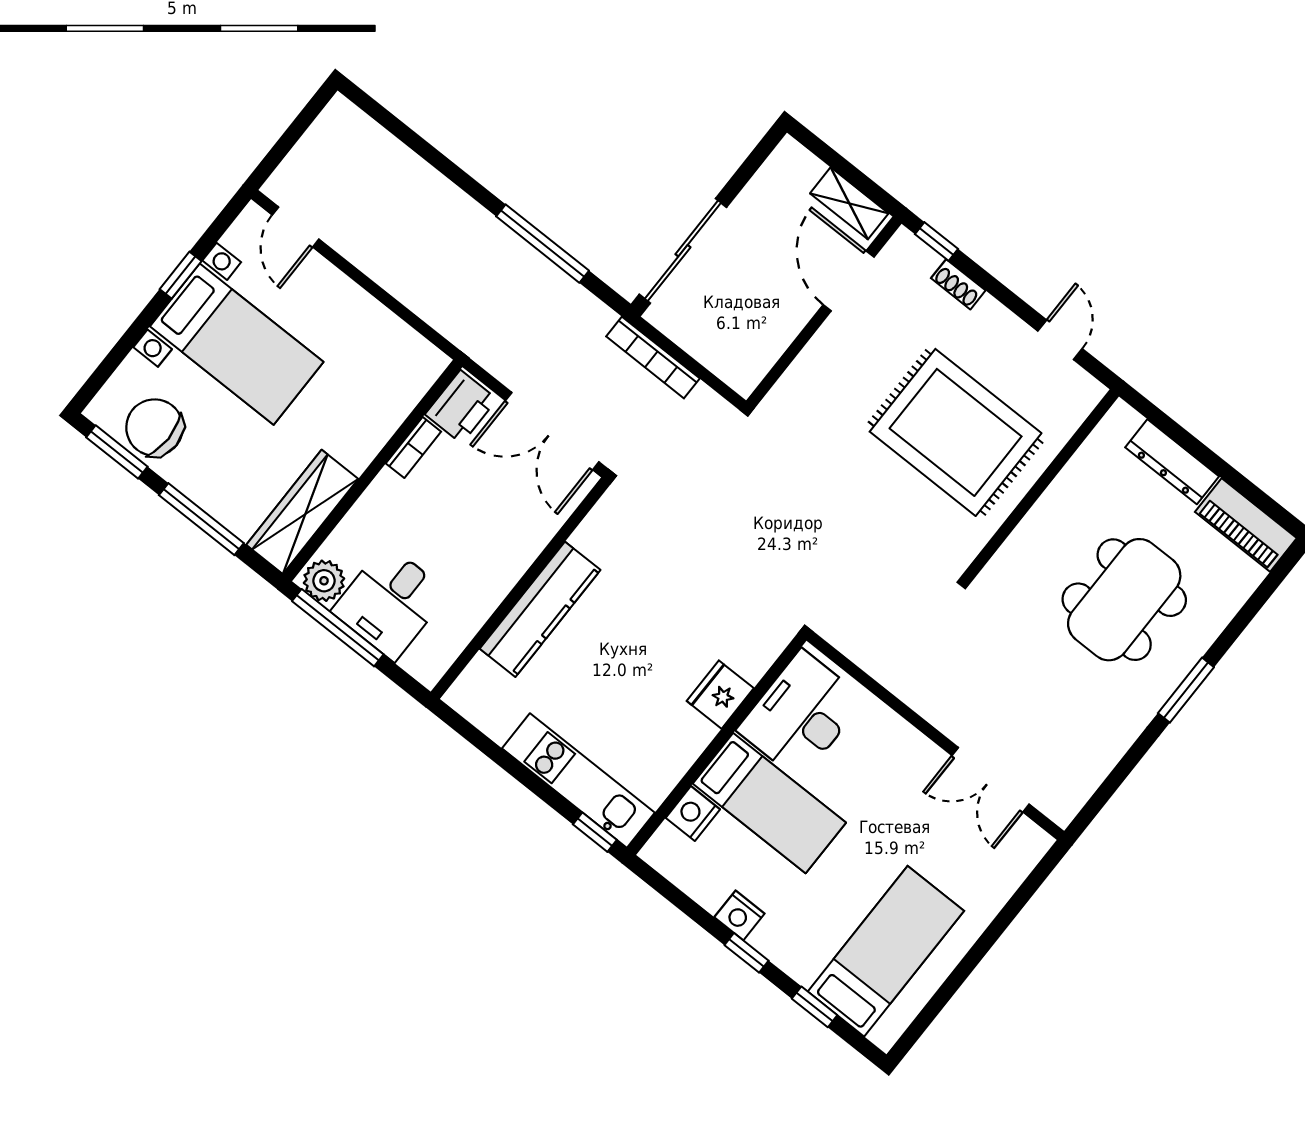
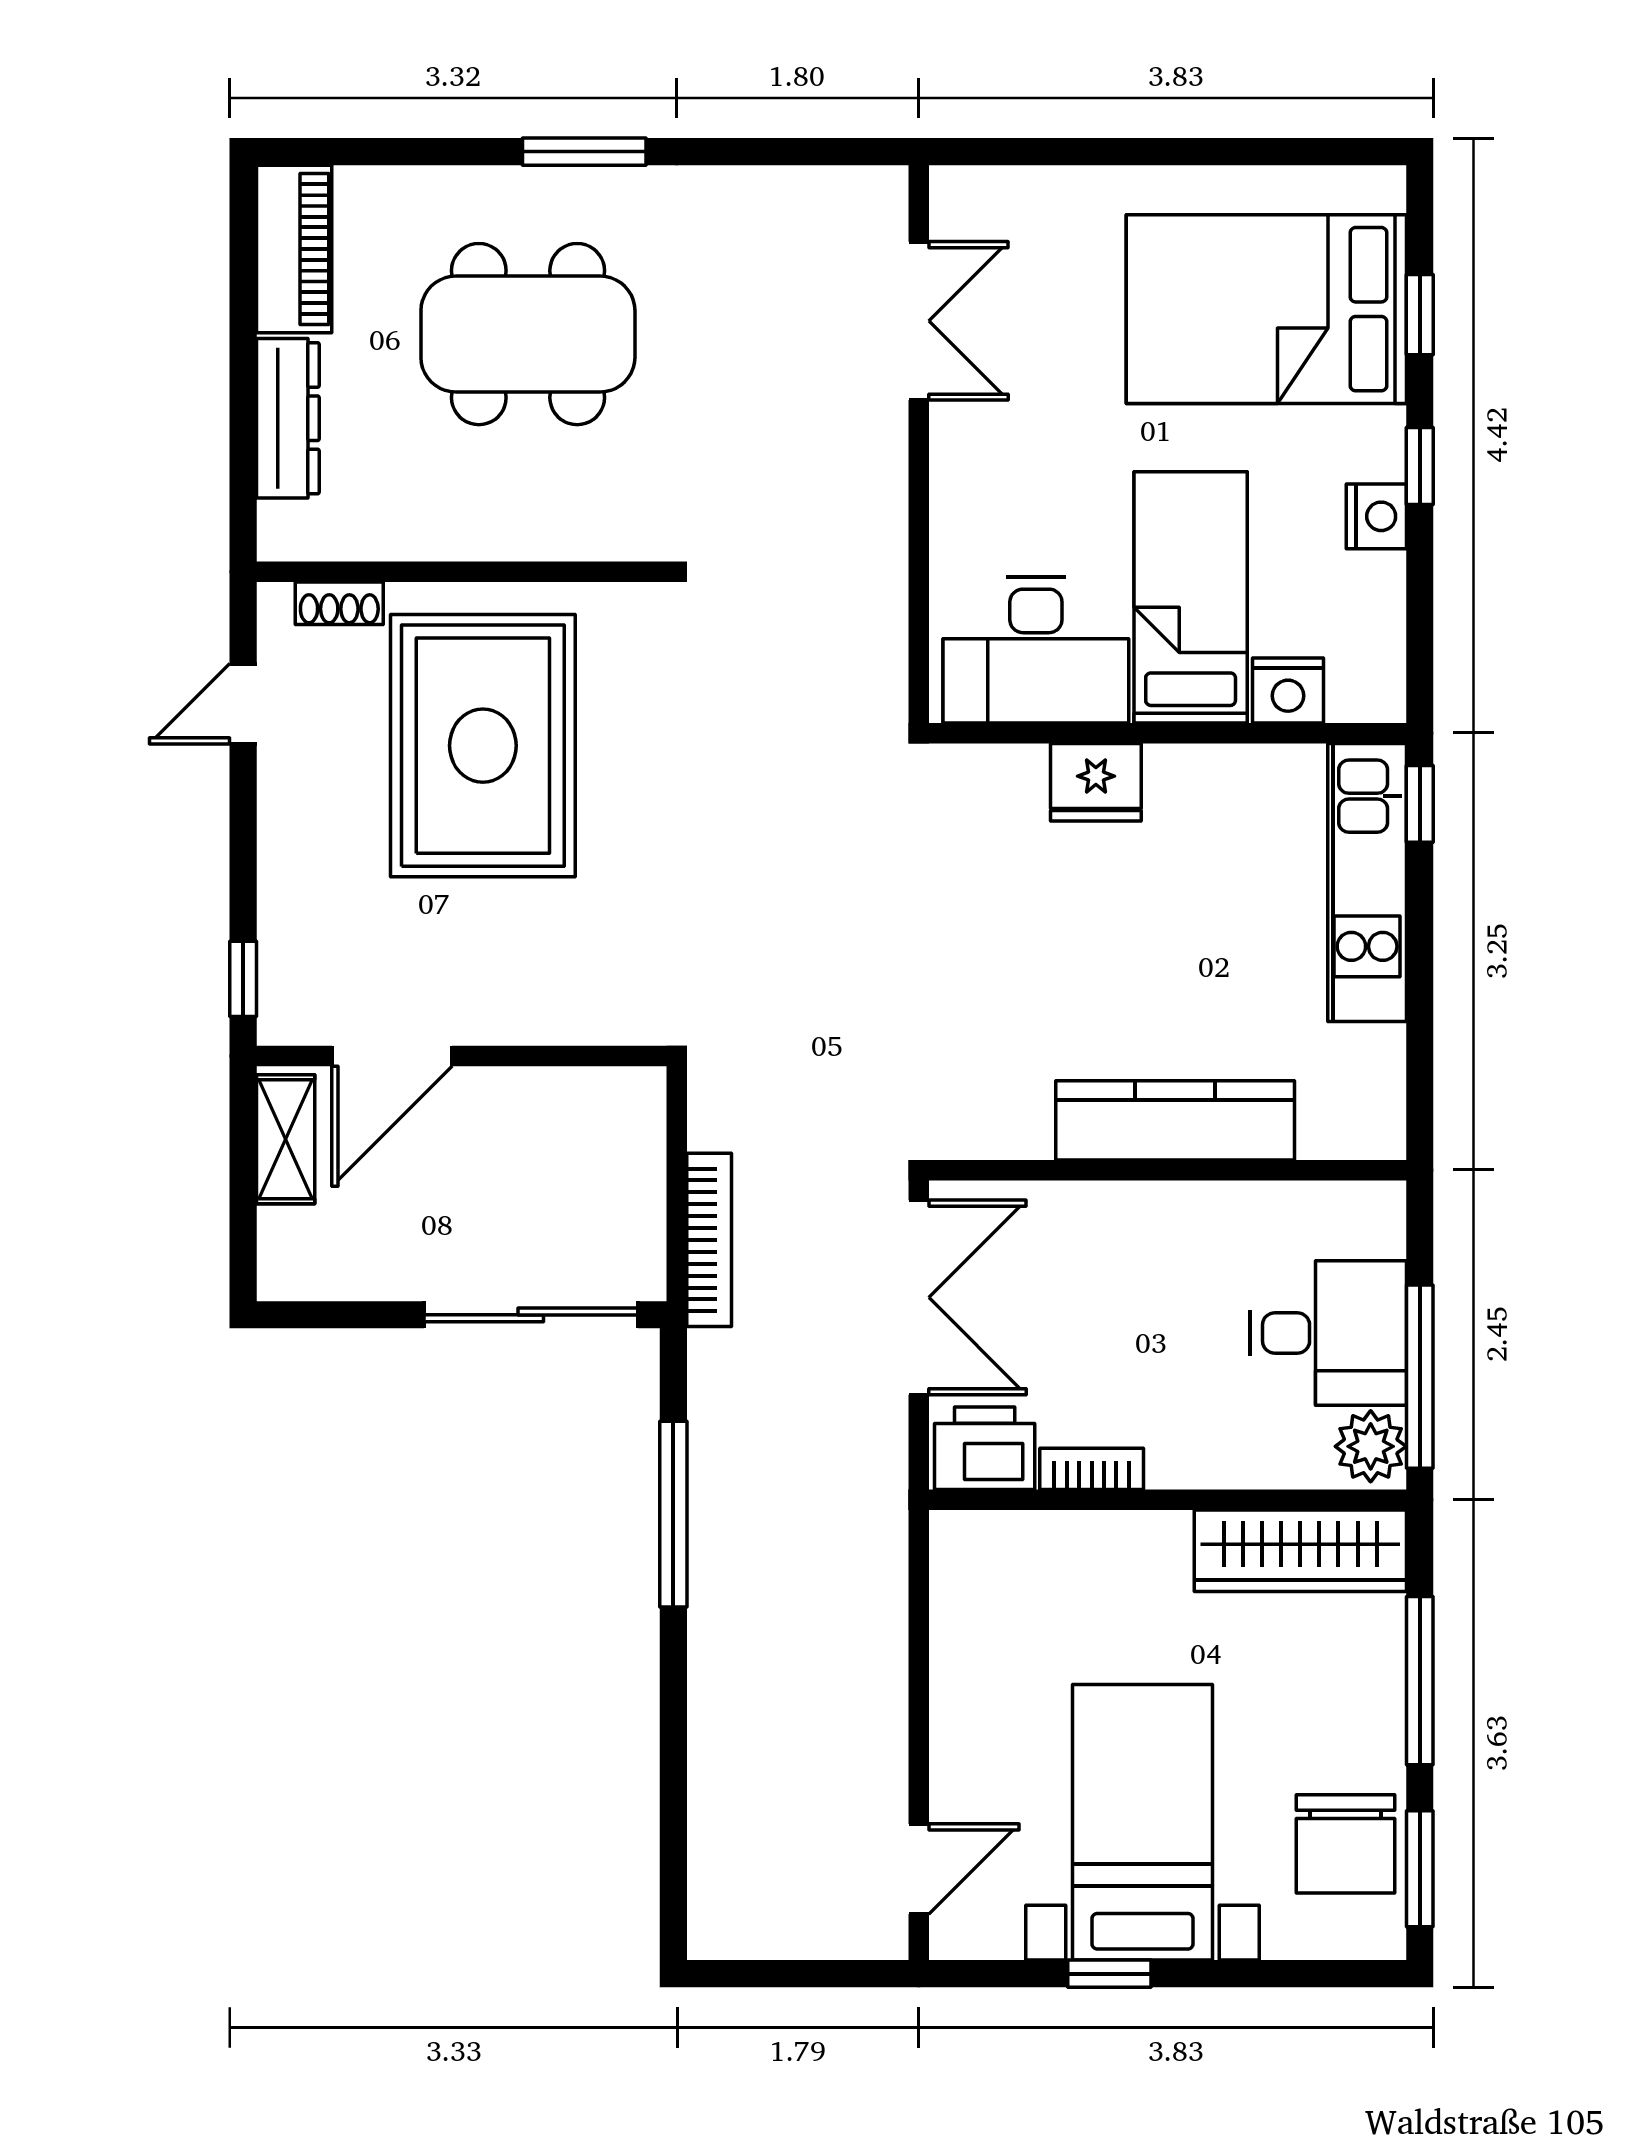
shoe rack: (958, 284) -> (339, 603), moved, turned 90
bed: (886, 951) -> (1266, 309), width x1.50

